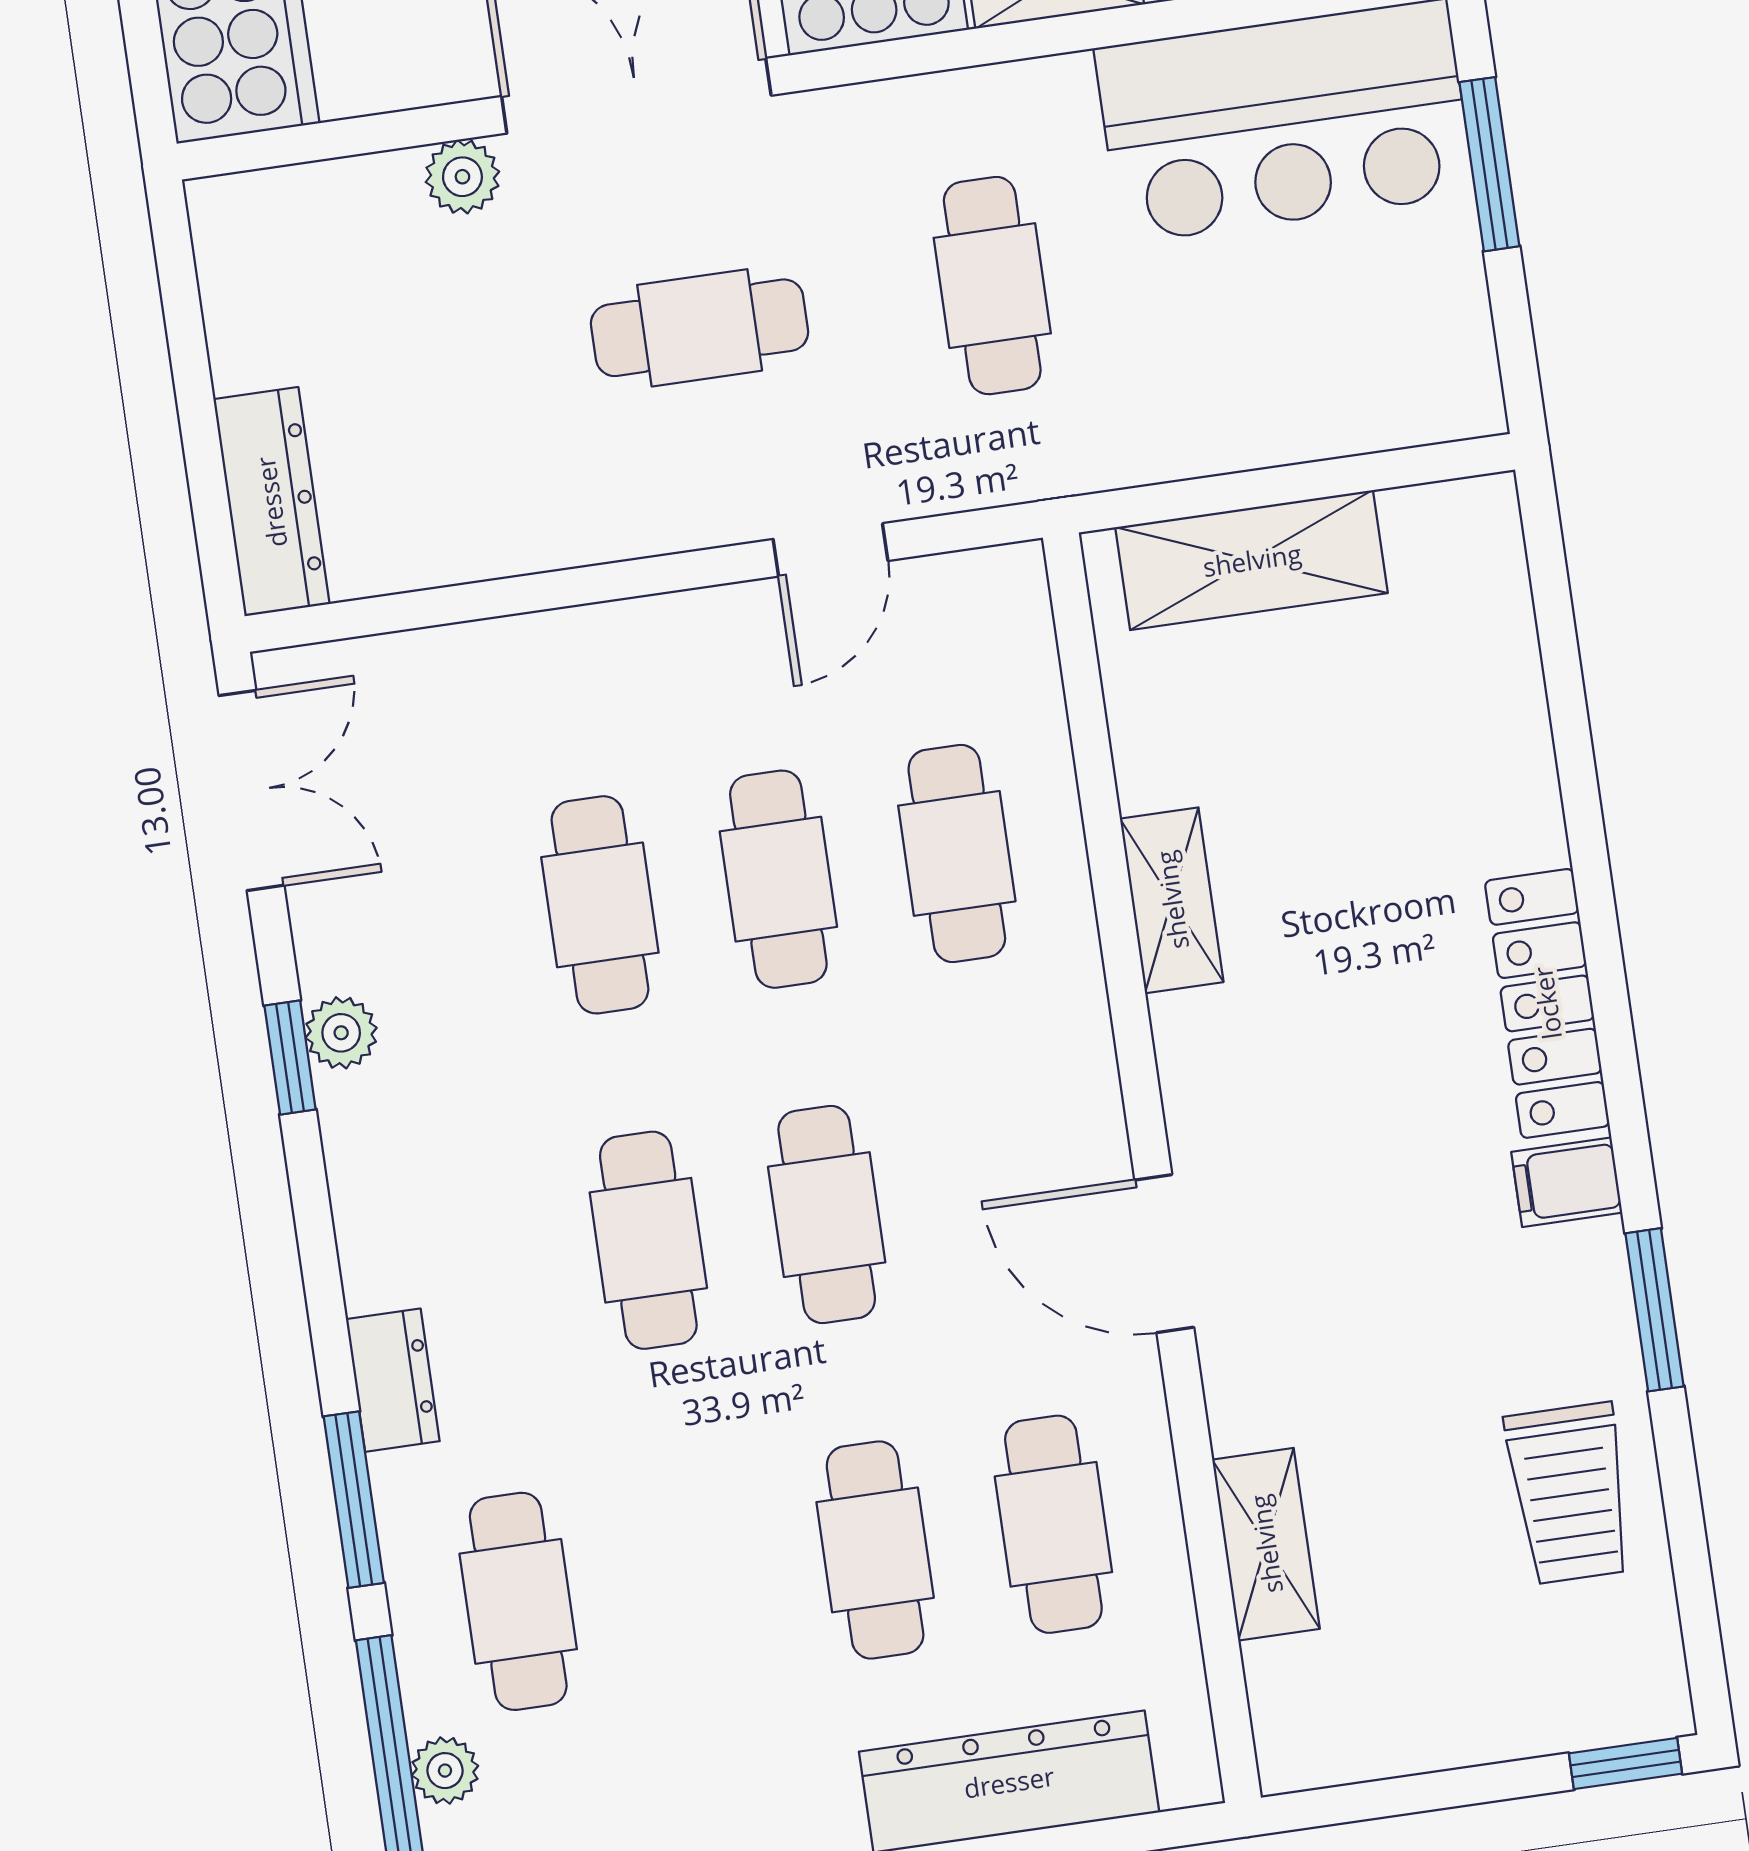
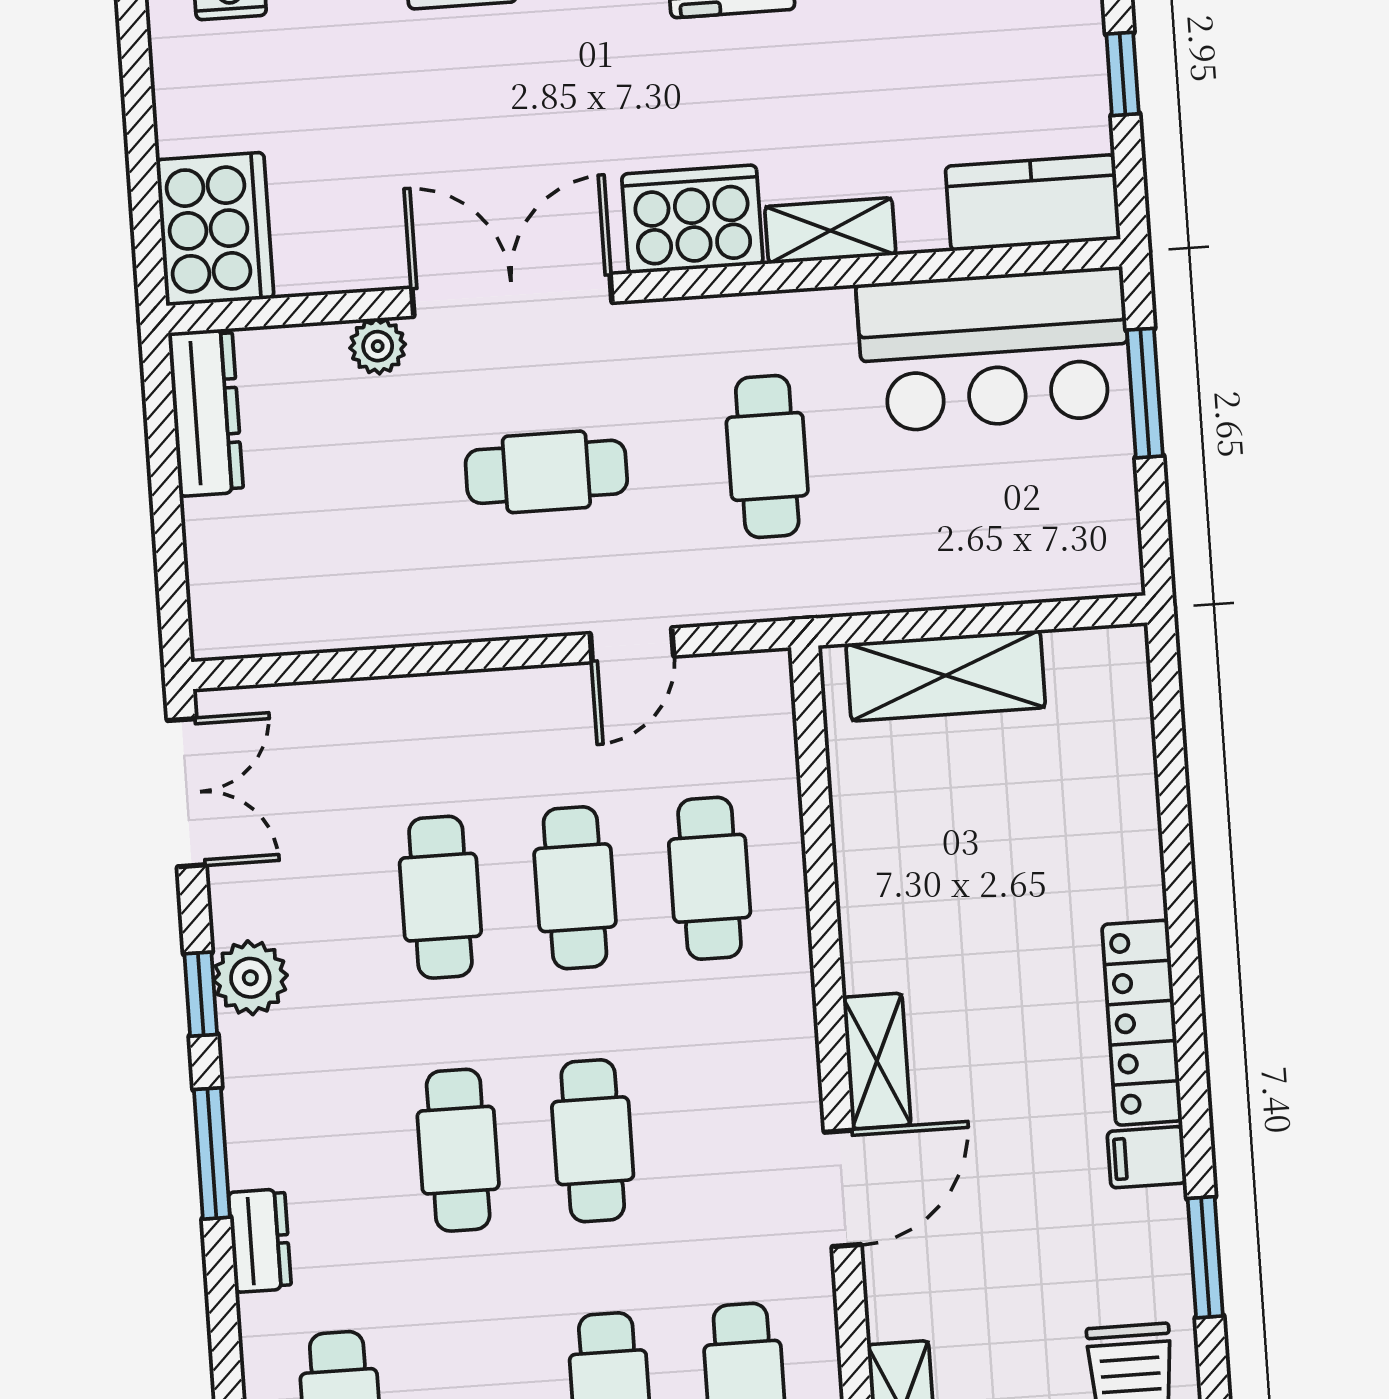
dresser: (271, 502) -> (206, 412), moved
shelving: (1172, 900) -> (877, 1061), moved
plant: (341, 1033) -> (250, 978), width x1.38, depth x1.38
door: (1164, 1254) -> (843, 1188), swing flipped
window: (354, 1500) -> (212, 1153), moved

